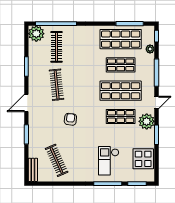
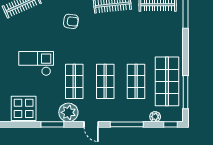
shop shelf: (121, 91) -> (105, 81), width x0.70, depth x0.74
checkout: (109, 161) -> (36, 63), moved

